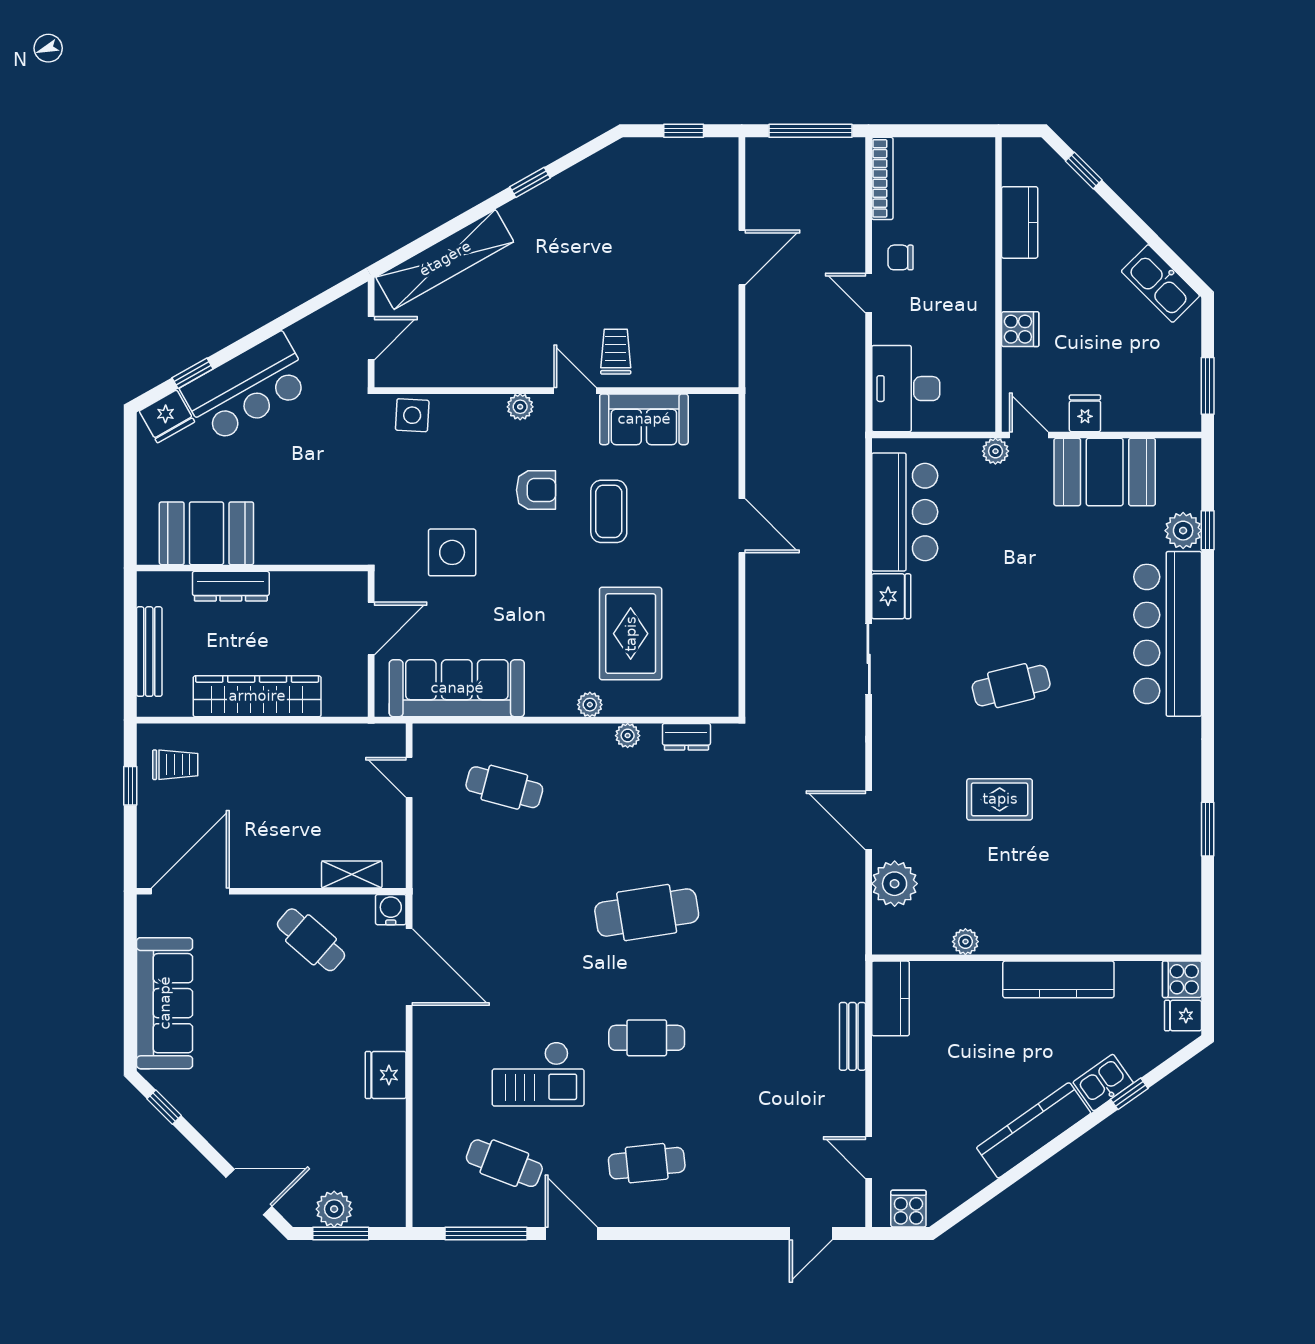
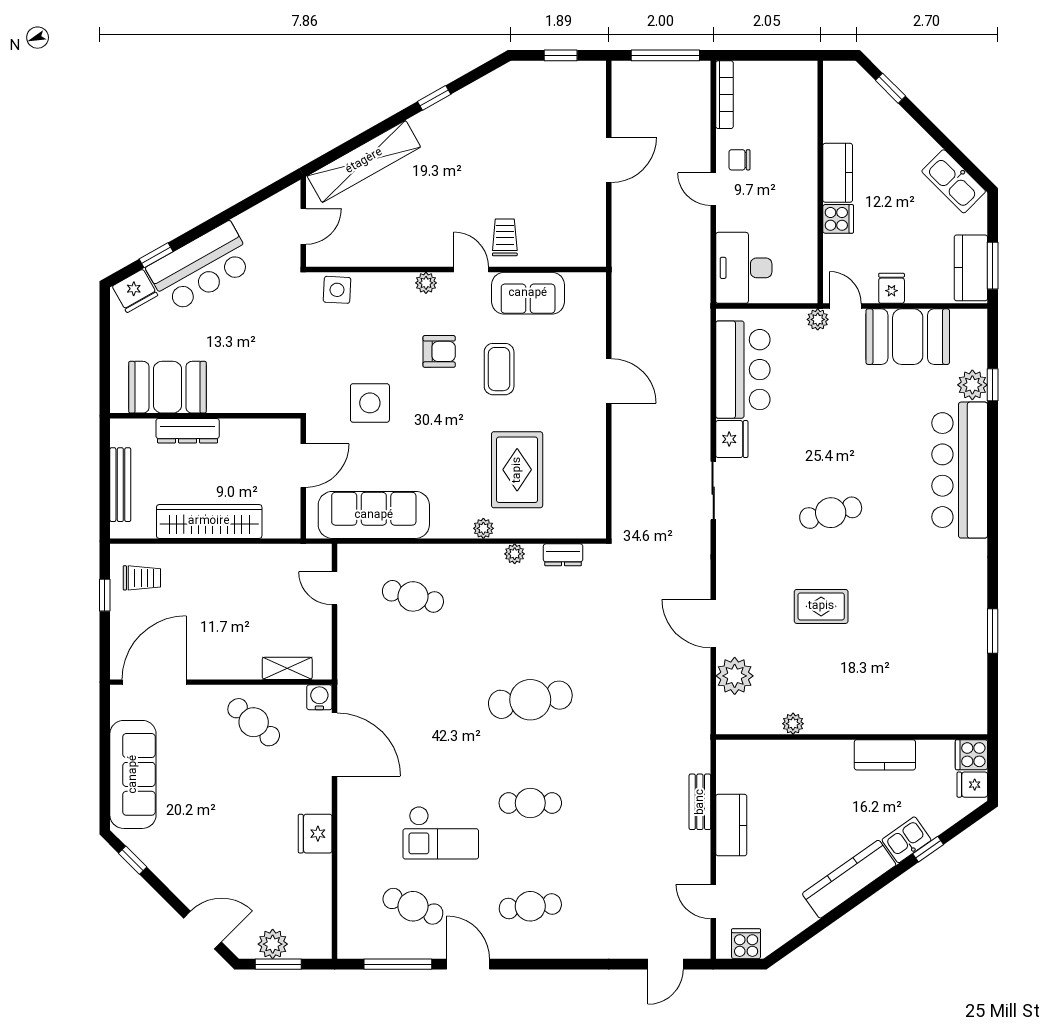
kitchen counter: (1020, 222) -> (838, 173), moved
kitchen counter: (1181, 389) -> (971, 268), added
kitchen counter: (1058, 979) -> (885, 755), width x0.67
kitchen counter: (891, 998) -> (731, 825), moved

